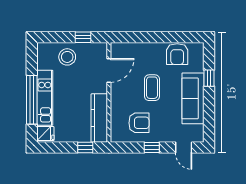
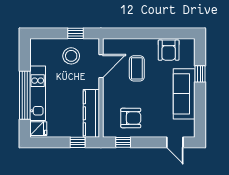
stool: (67, 57) -> (71, 56), moved
coffee table: (152, 88) -> (137, 68), moved
window: (152, 147) -> (123, 142), moved

